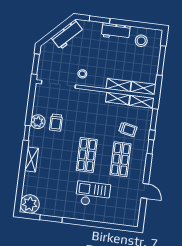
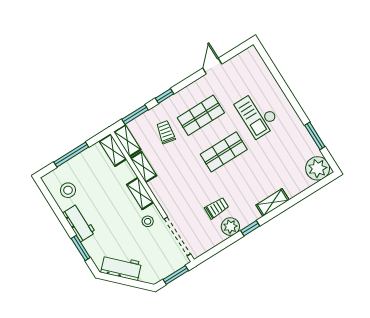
shelving: (119, 85) -> (140, 193), moved

